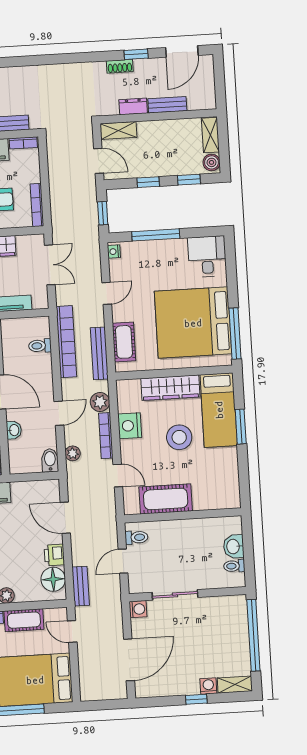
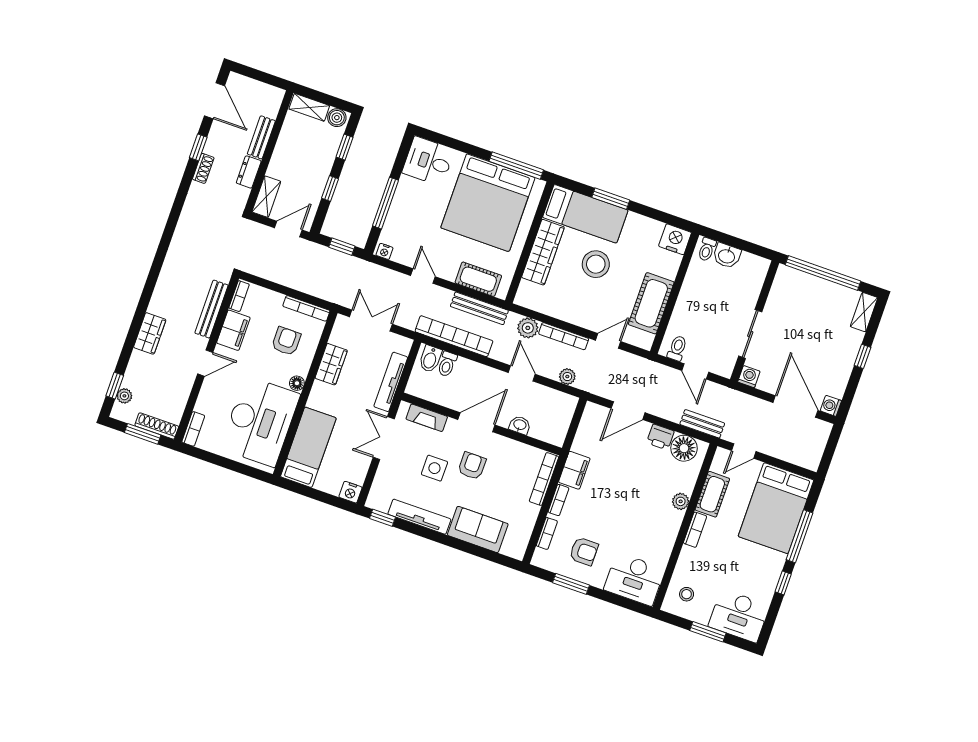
nightstand: (130, 426) -> (675, 239), moved, turned 180
bidet: (50, 460) -> (430, 359), moved, turned -90
toilet: (234, 566) -> (707, 249), moved
washing machine: (208, 686) -> (831, 406), moved

